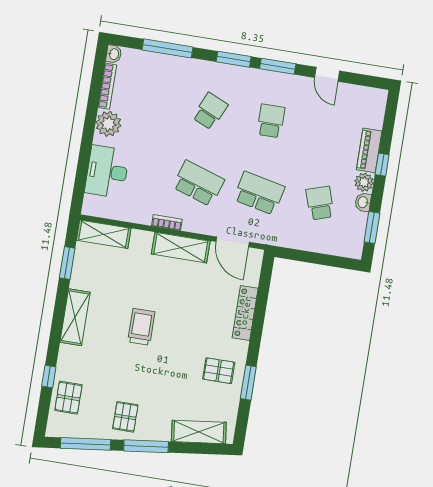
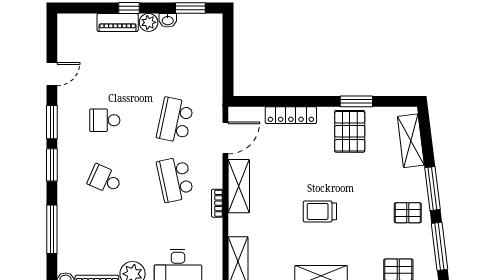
school desk: (198, 183) -> (175, 179), turned -30
school desk: (320, 203) -> (175, 61), removed
pallet: (219, 371) -> (350, 131), width x1.50, depth x1.42

